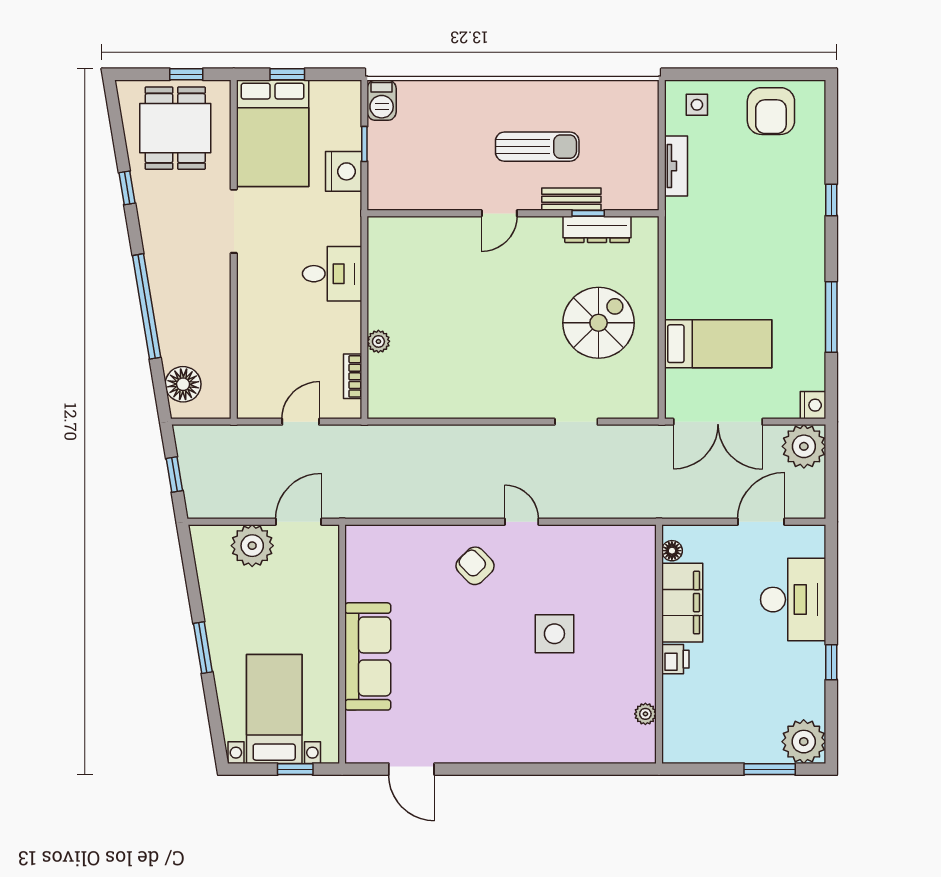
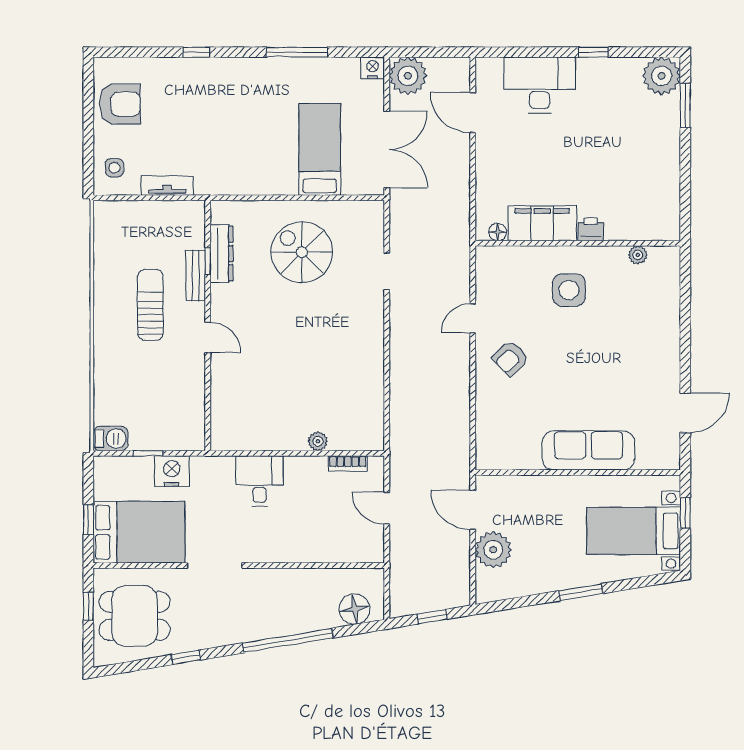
floor lamp: (672, 551) -> (498, 232), moved
filing cabinet: (682, 603) -> (542, 223), moved
wall: (659, 644) -> (578, 243), moved
printer: (675, 659) -> (591, 229), moved
plant: (645, 714) -> (638, 255), moved

